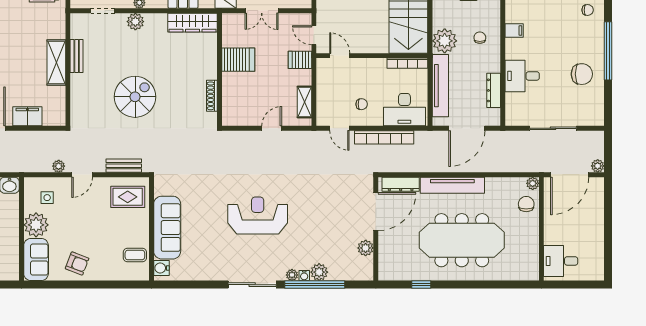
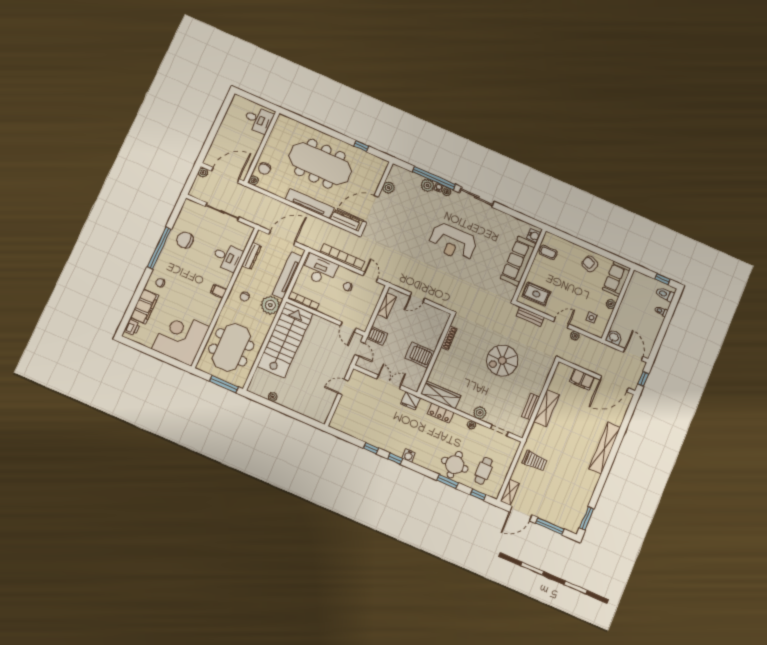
plant: (36, 225) -> (611, 304), width x0.53, depth x0.53

